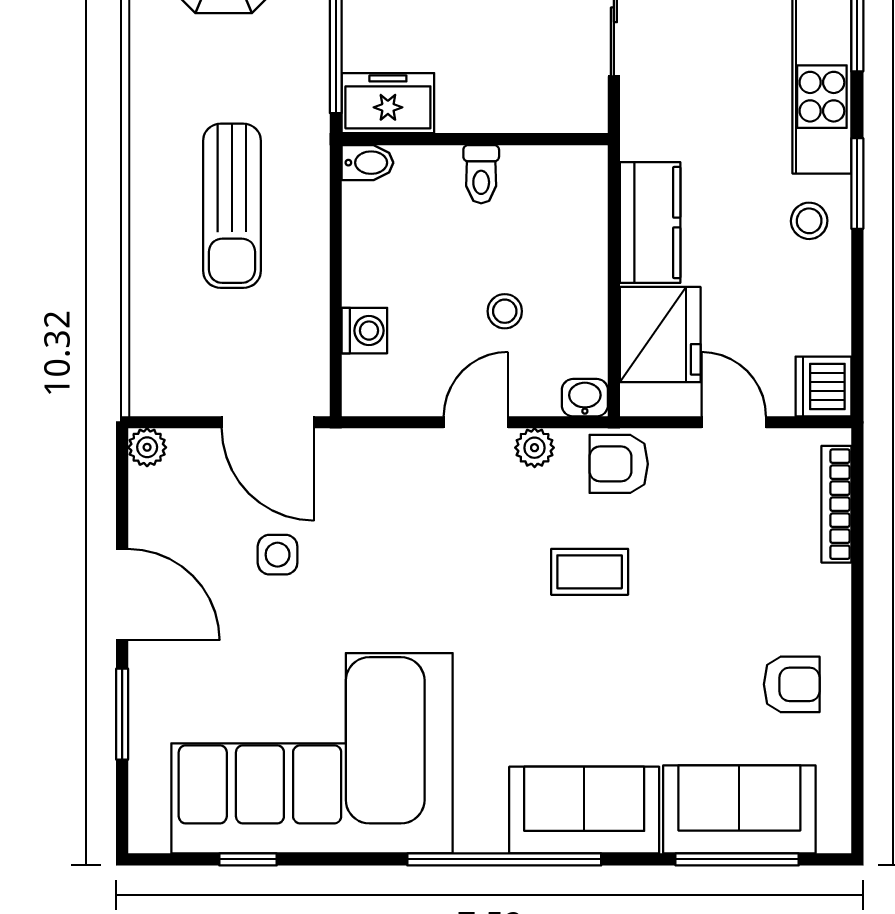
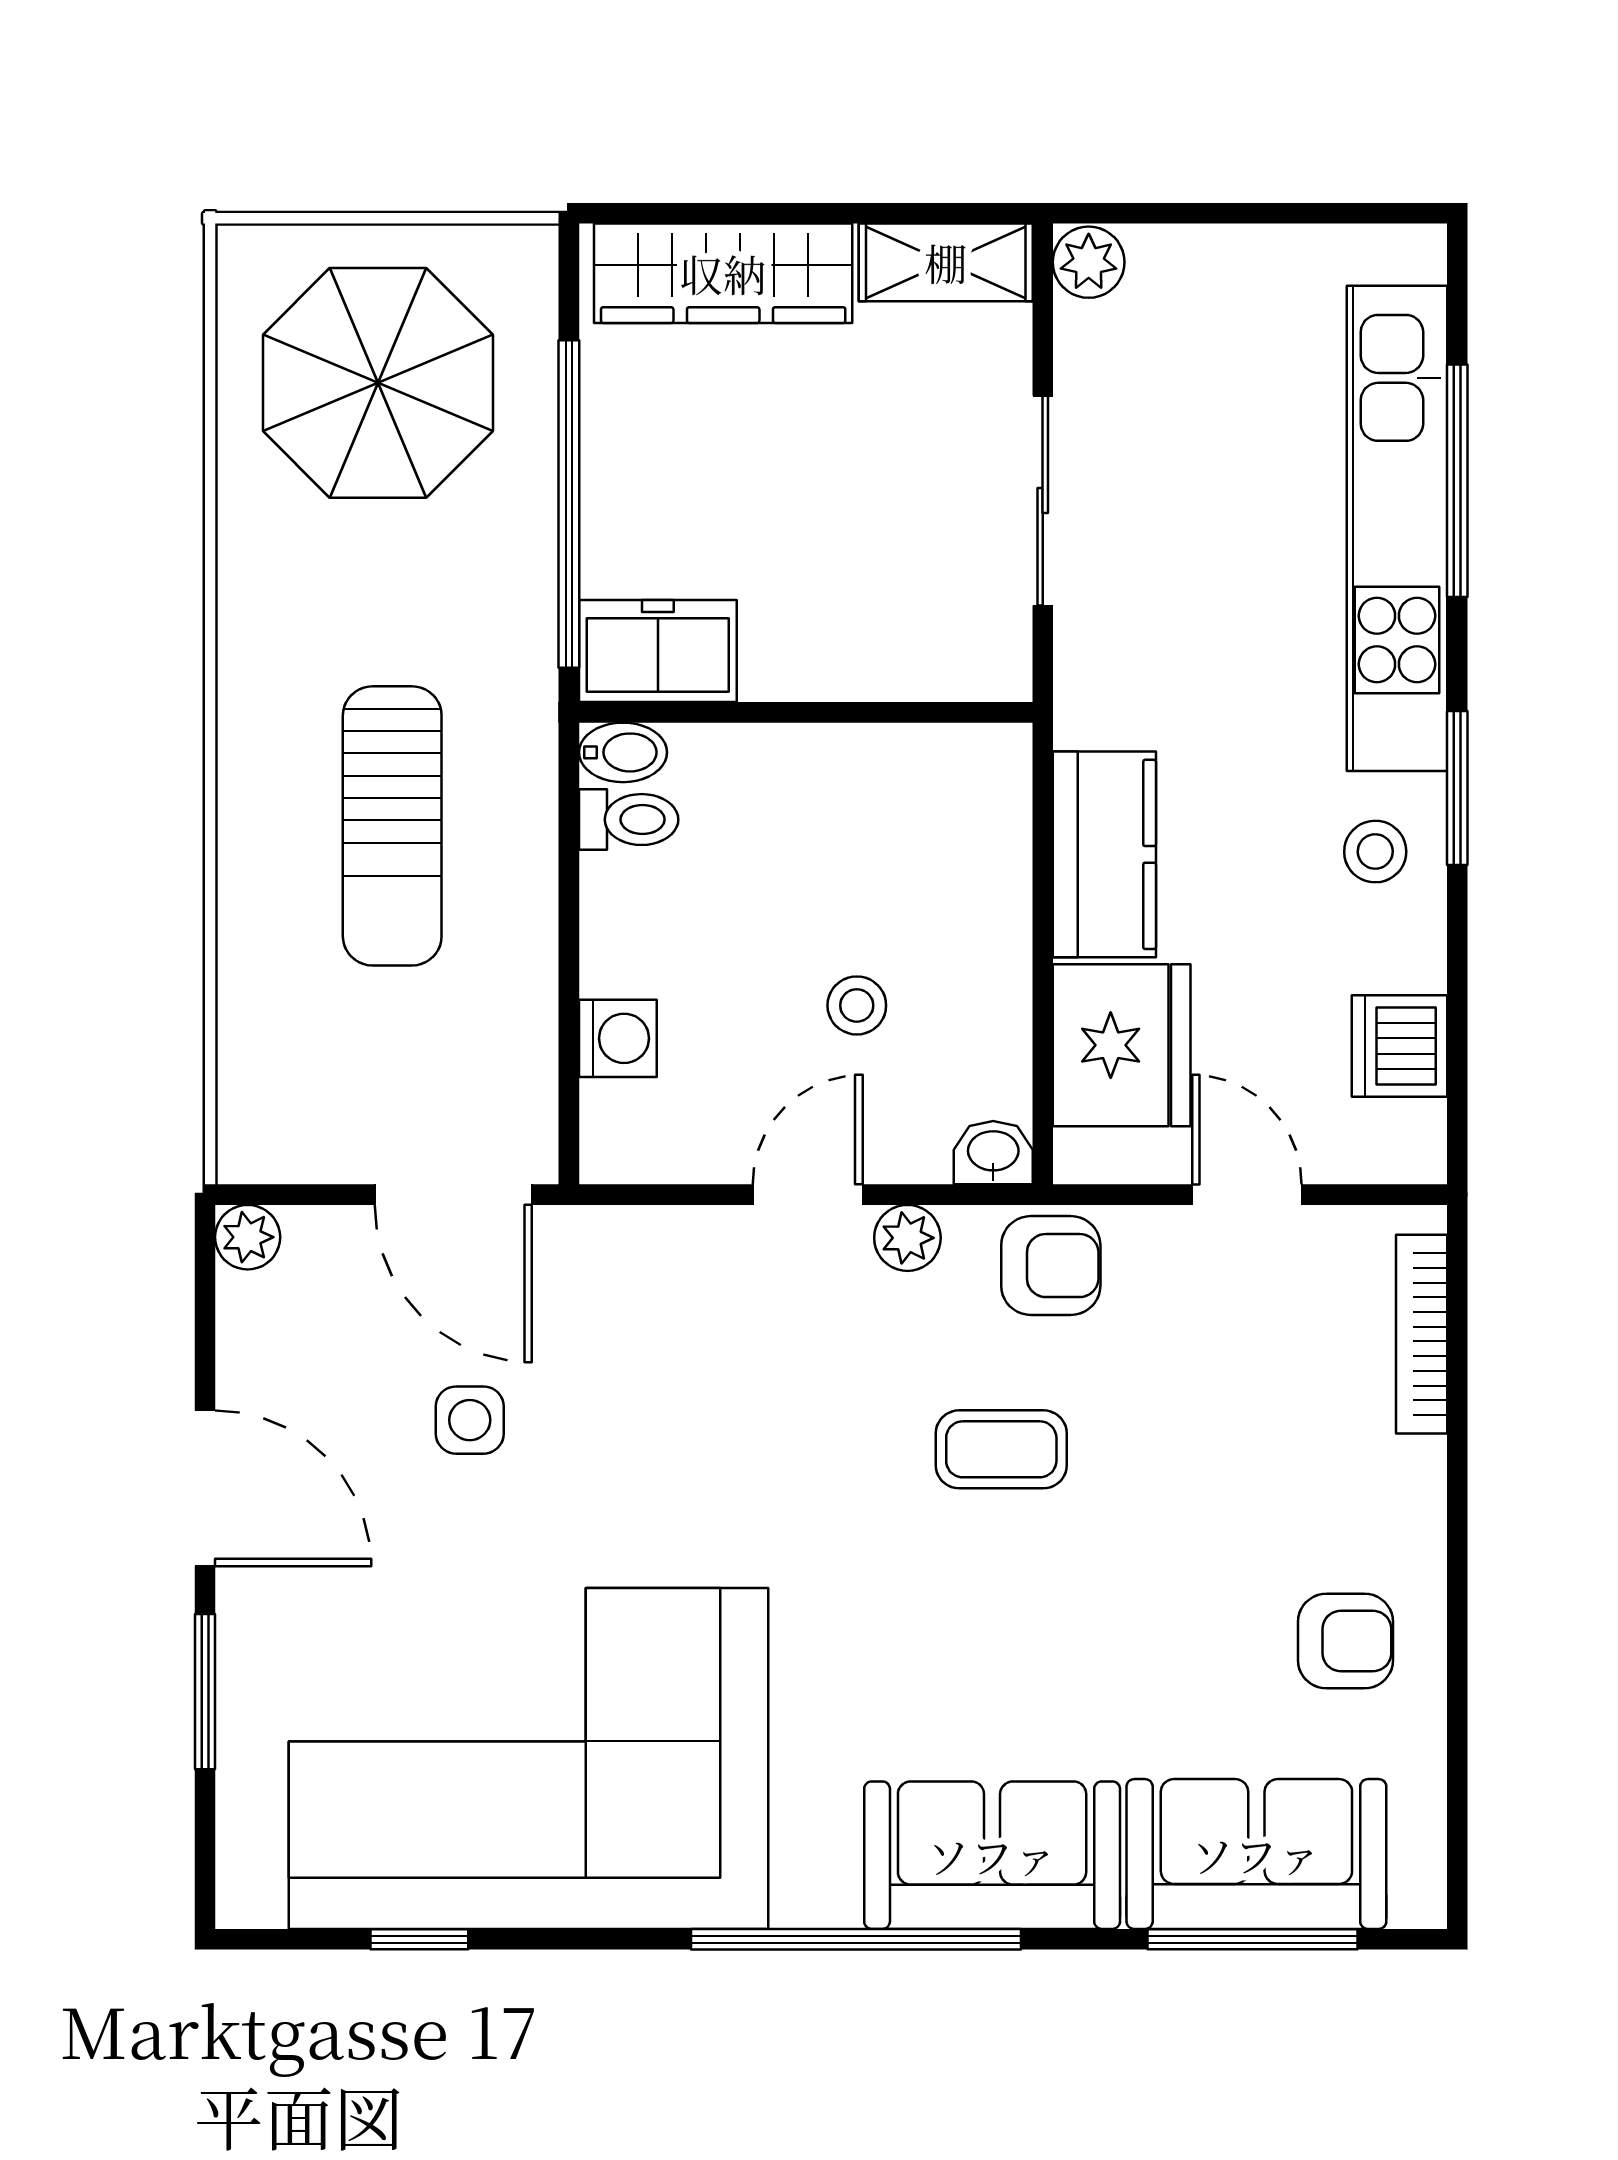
toilet: (481, 174) -> (629, 820), moved, turned -90
dishwasher: (823, 386) -> (1400, 1046), moved
armchair: (619, 464) -> (1051, 1266), turned 180

